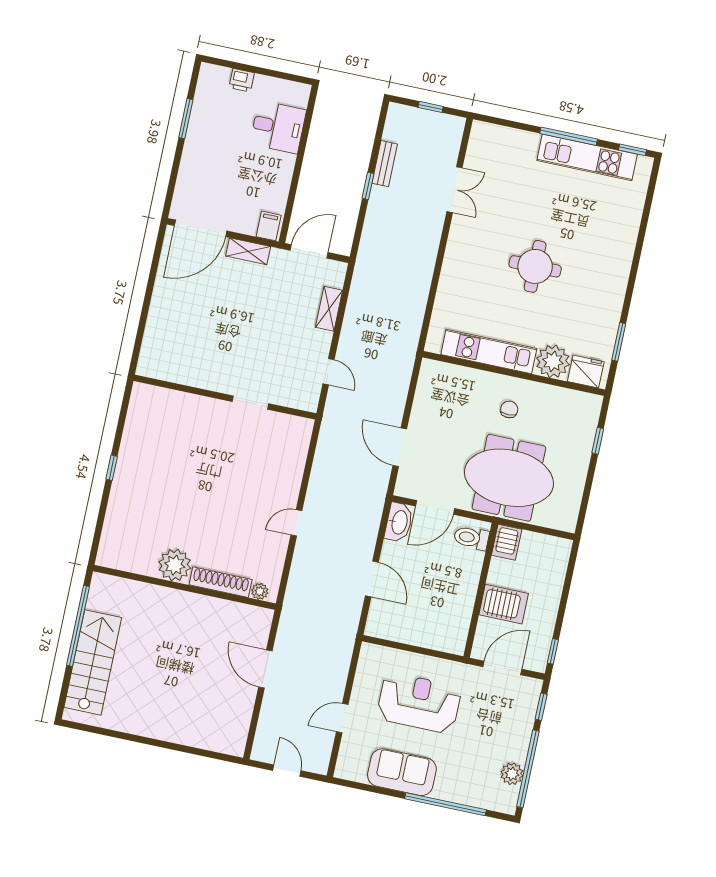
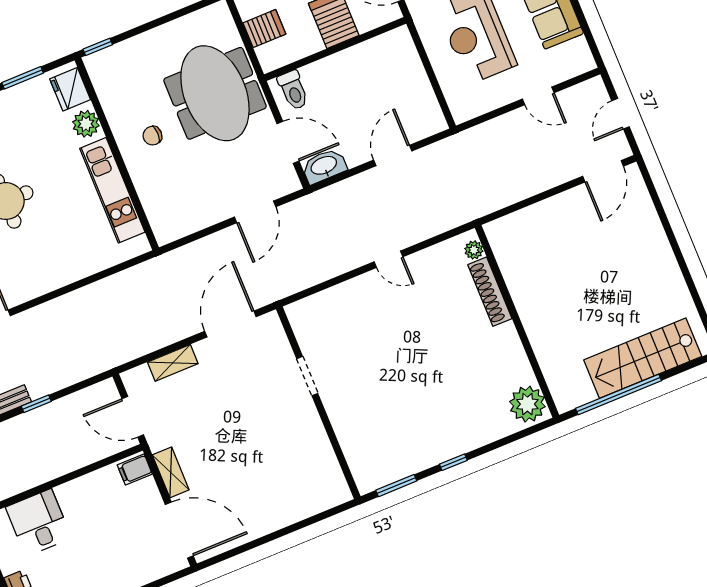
plant: (553, 361) -> (86, 124), width x0.73, depth x0.73
door: (329, 372) -> (230, 324), width x1.87
window: (123, 413) -> (396, 486), added
window: (598, 441) -> (98, 47), moved
server rack: (507, 542) -> (264, 29), moved
plant: (175, 565) -> (527, 404), moved
door: (265, 669) -> (603, 171), moved

